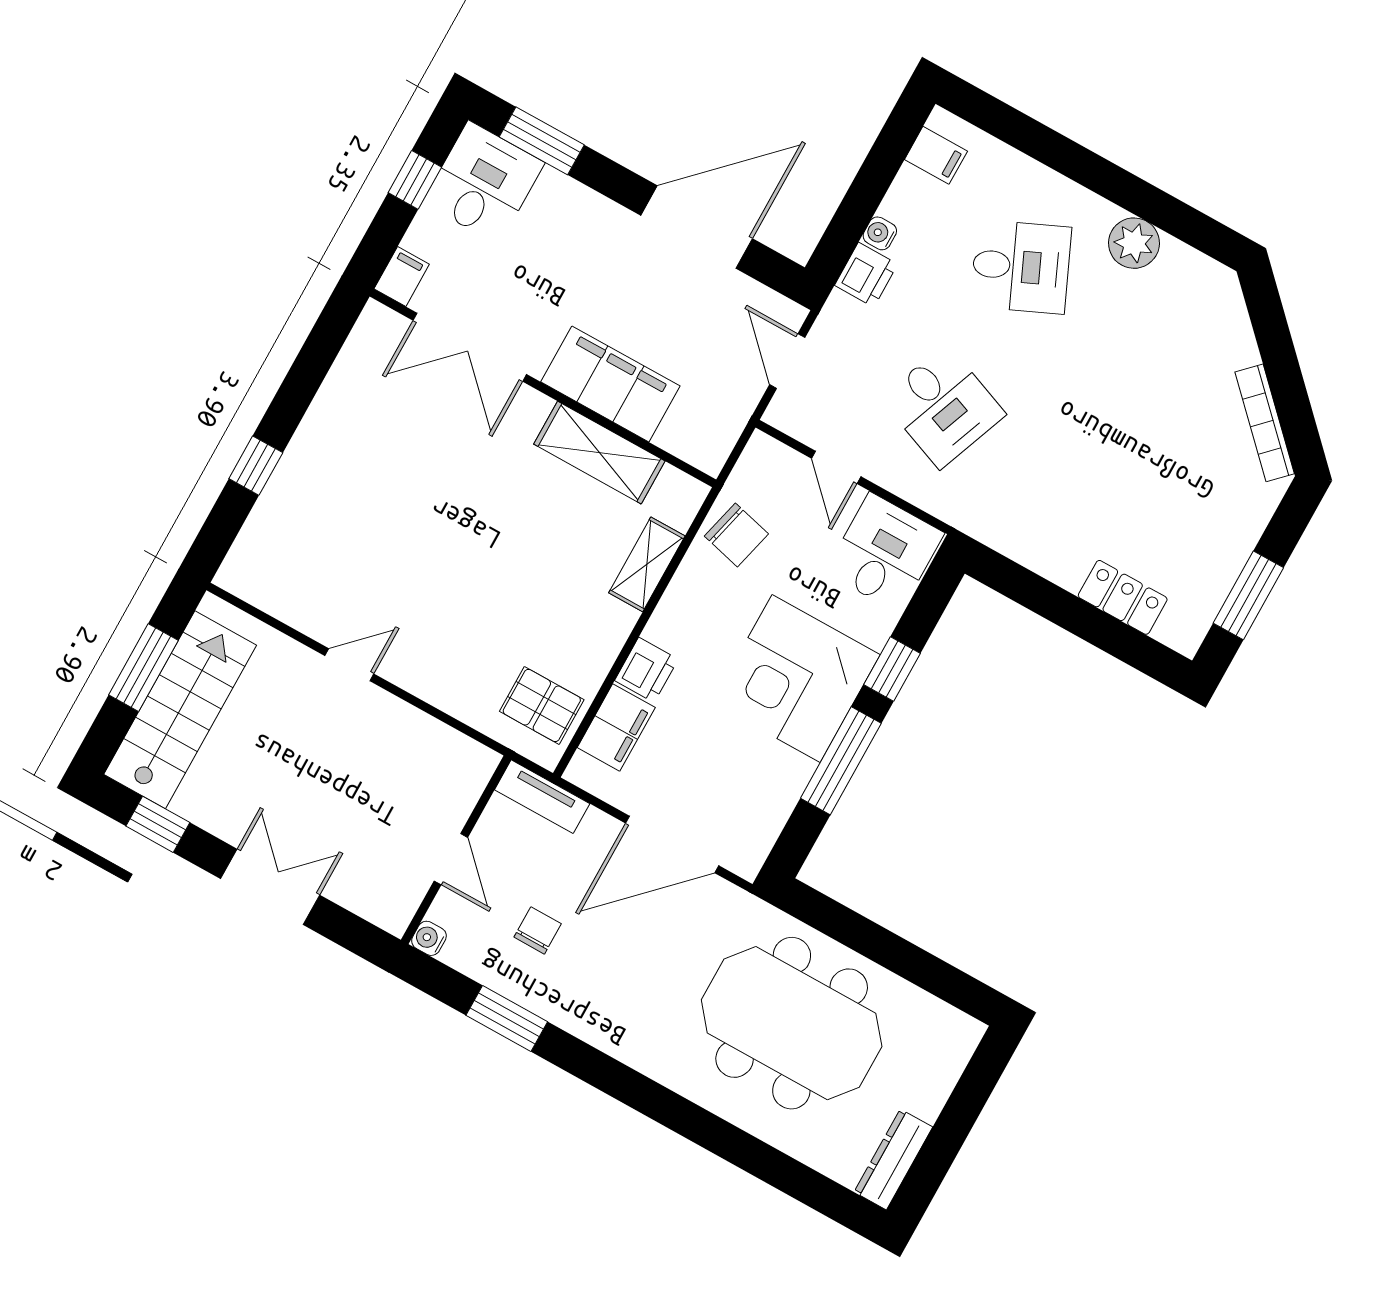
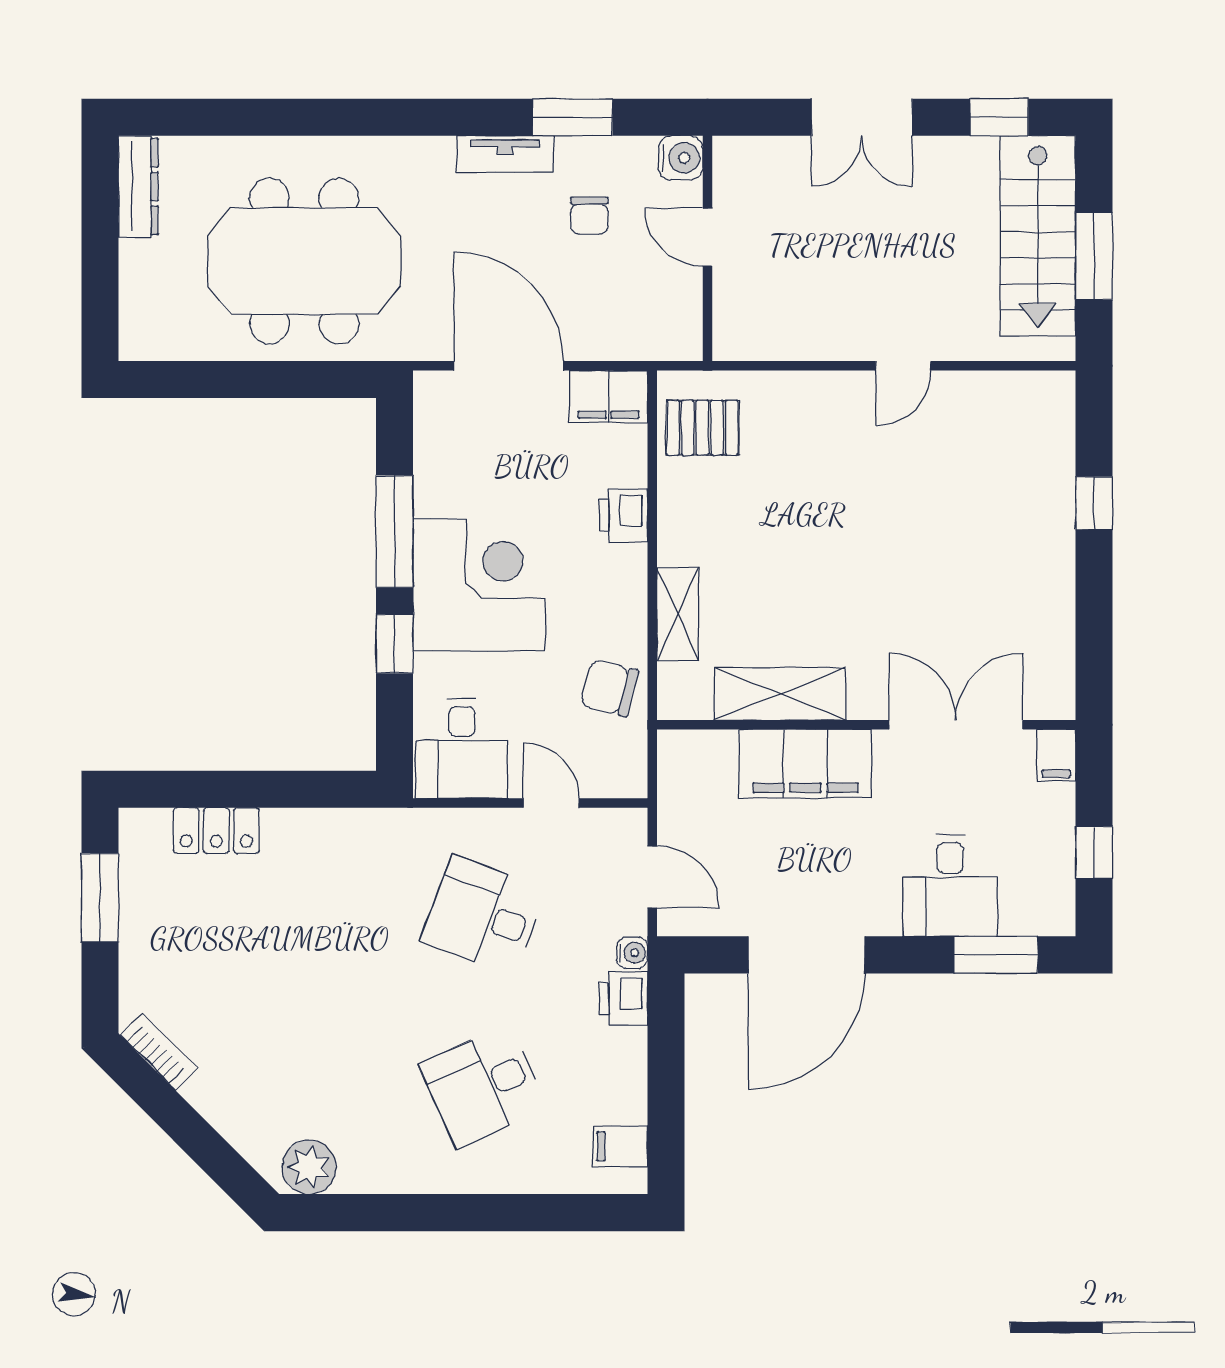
desk: (484, 183) -> (950, 886), moved
water cooler: (880, 233) -> (632, 953), moved
plant: (1134, 243) -> (309, 1167), moved
bookcase: (1265, 423) -> (159, 1052), width x0.64
filing cabinet: (616, 728) -> (608, 396), moved, turned -90
tv unit: (542, 797) -> (505, 154), moved, turned 180
door: (672, 844) -> (509, 366), hinge flipped
water cooler: (429, 938) -> (681, 158), width x1.38, depth x1.38

